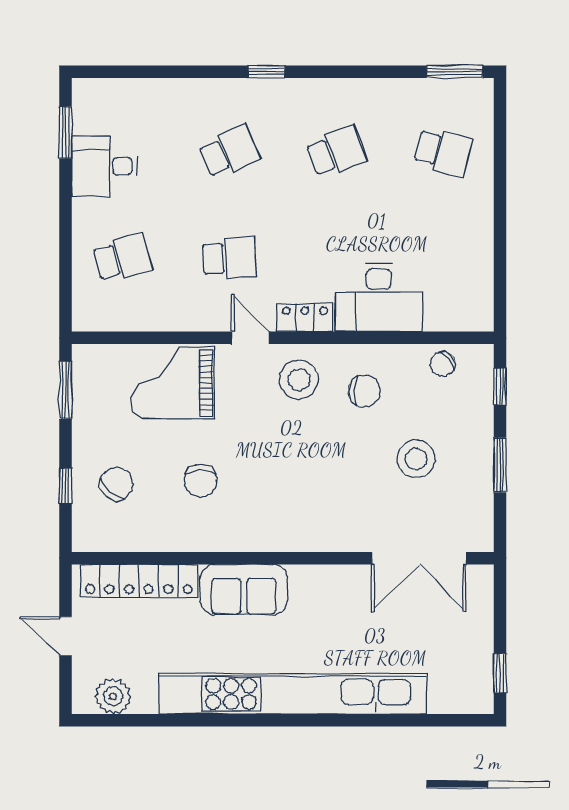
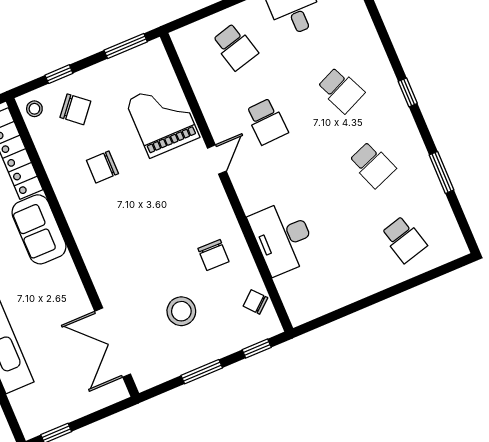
window: (455, 72) -> (442, 172), moved
school desk: (443, 152) -> (404, 239), turned -30
locker: (305, 318) -> (247, 192), removed
stool: (299, 380) -> (34, 109), moved, width x0.53, depth x0.53

